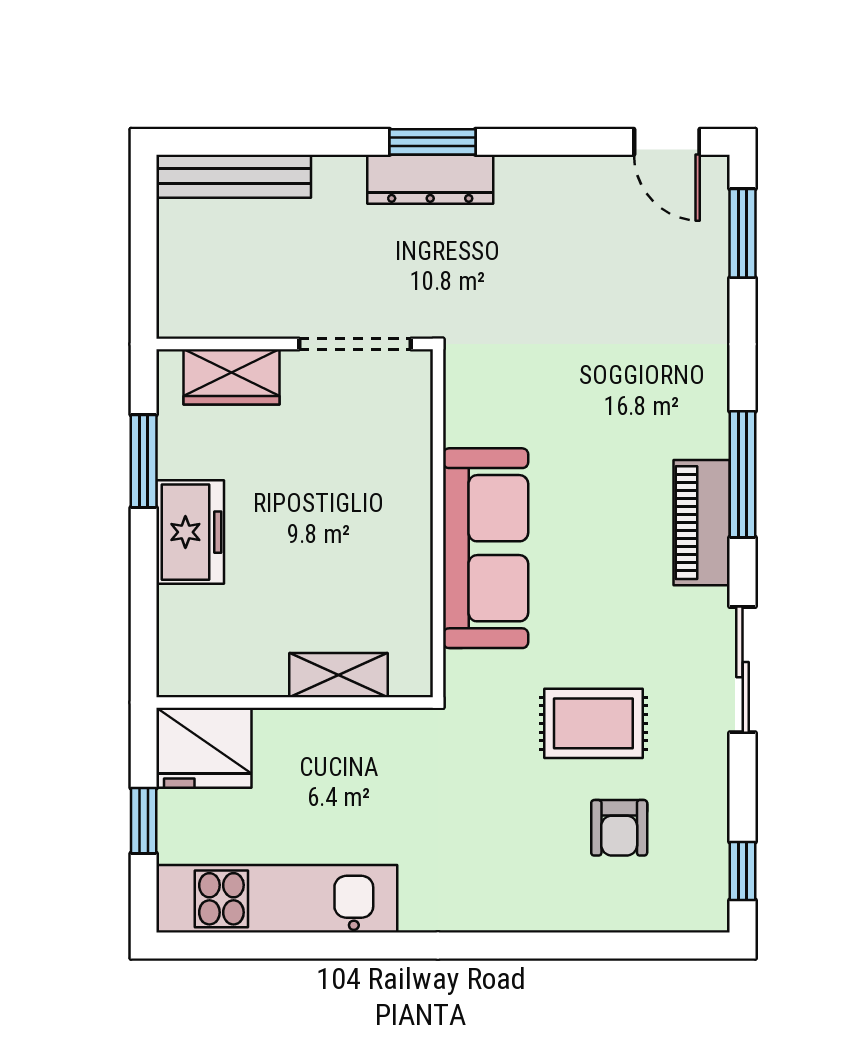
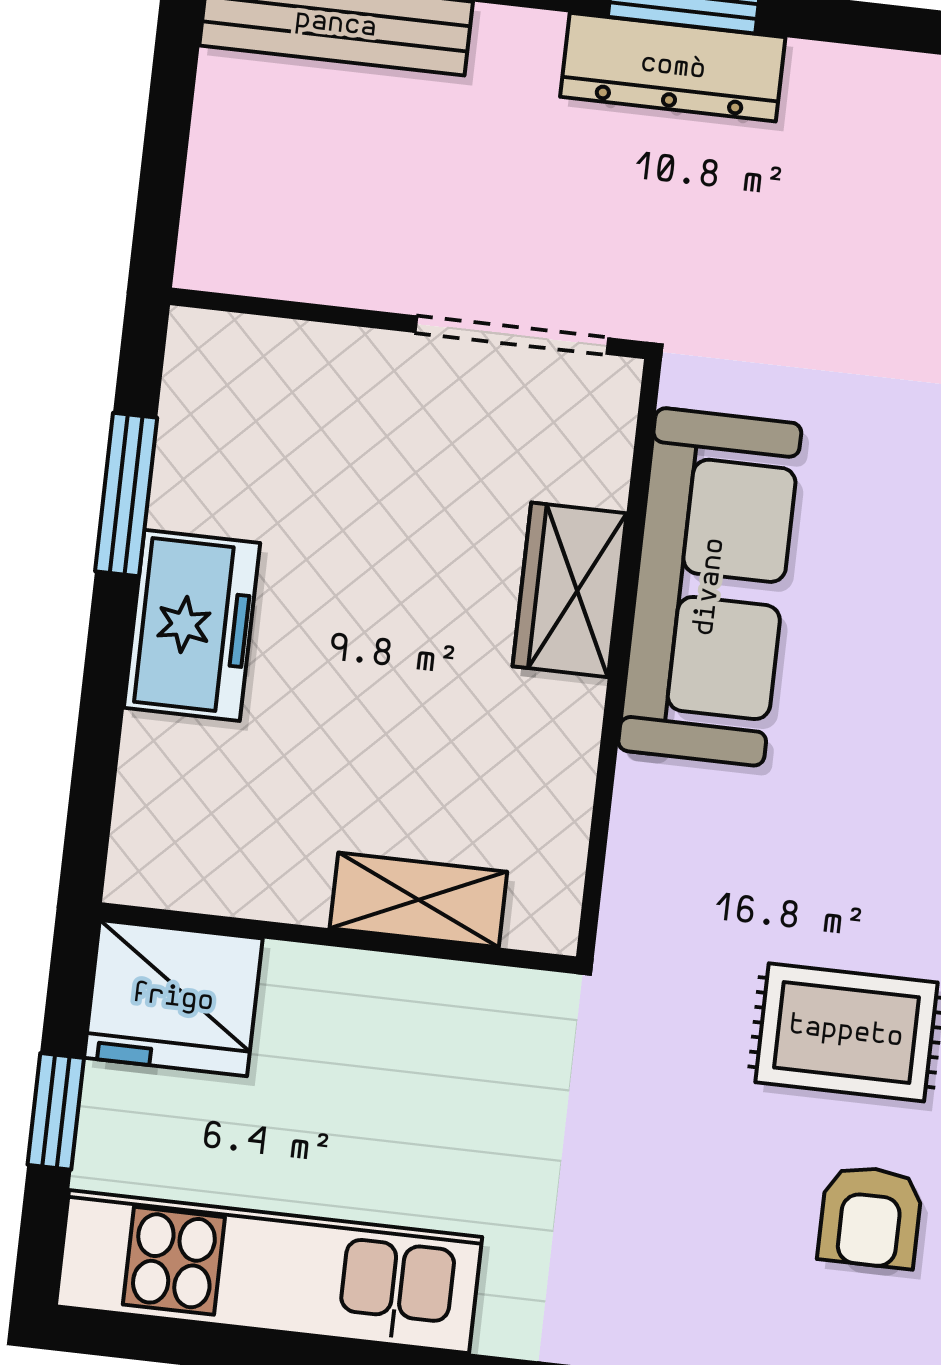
wardrobe: (232, 377) -> (570, 590), moved, turned 90
sofa: (486, 548) -> (710, 587), moved

